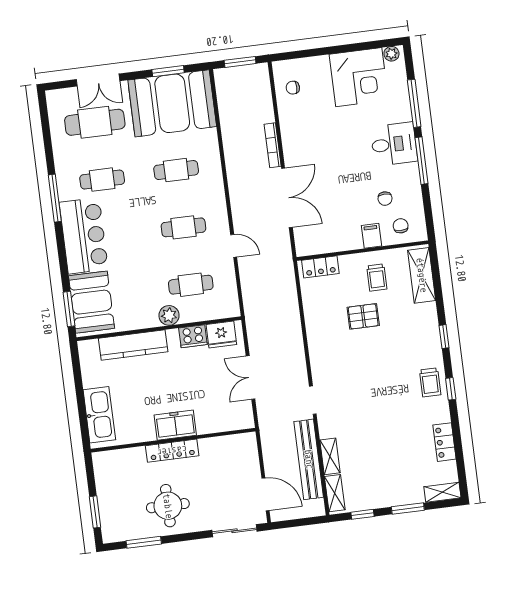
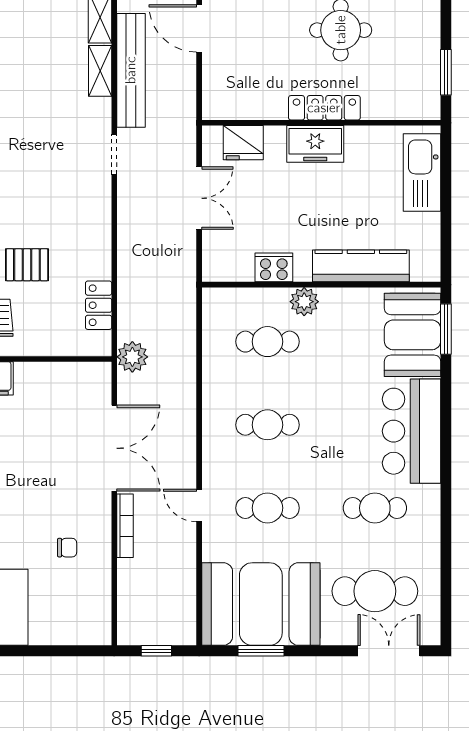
window: (240, 62) -> (156, 651), width x0.67
double door: (98, 80) -> (389, 651), moved
chair: (293, 88) -> (67, 548), moved
window: (55, 198) -> (446, 490), removed
double door: (287, 198) -> (114, 448), swing flipped
door: (234, 246) -> (199, 505), moved
plant: (282, 262) -> (132, 357), added
locker: (320, 267) -> (99, 305), moved, turned -90
fridge: (221, 335) -> (243, 143), moved, turned 180
window: (95, 512) -> (446, 72), moved

